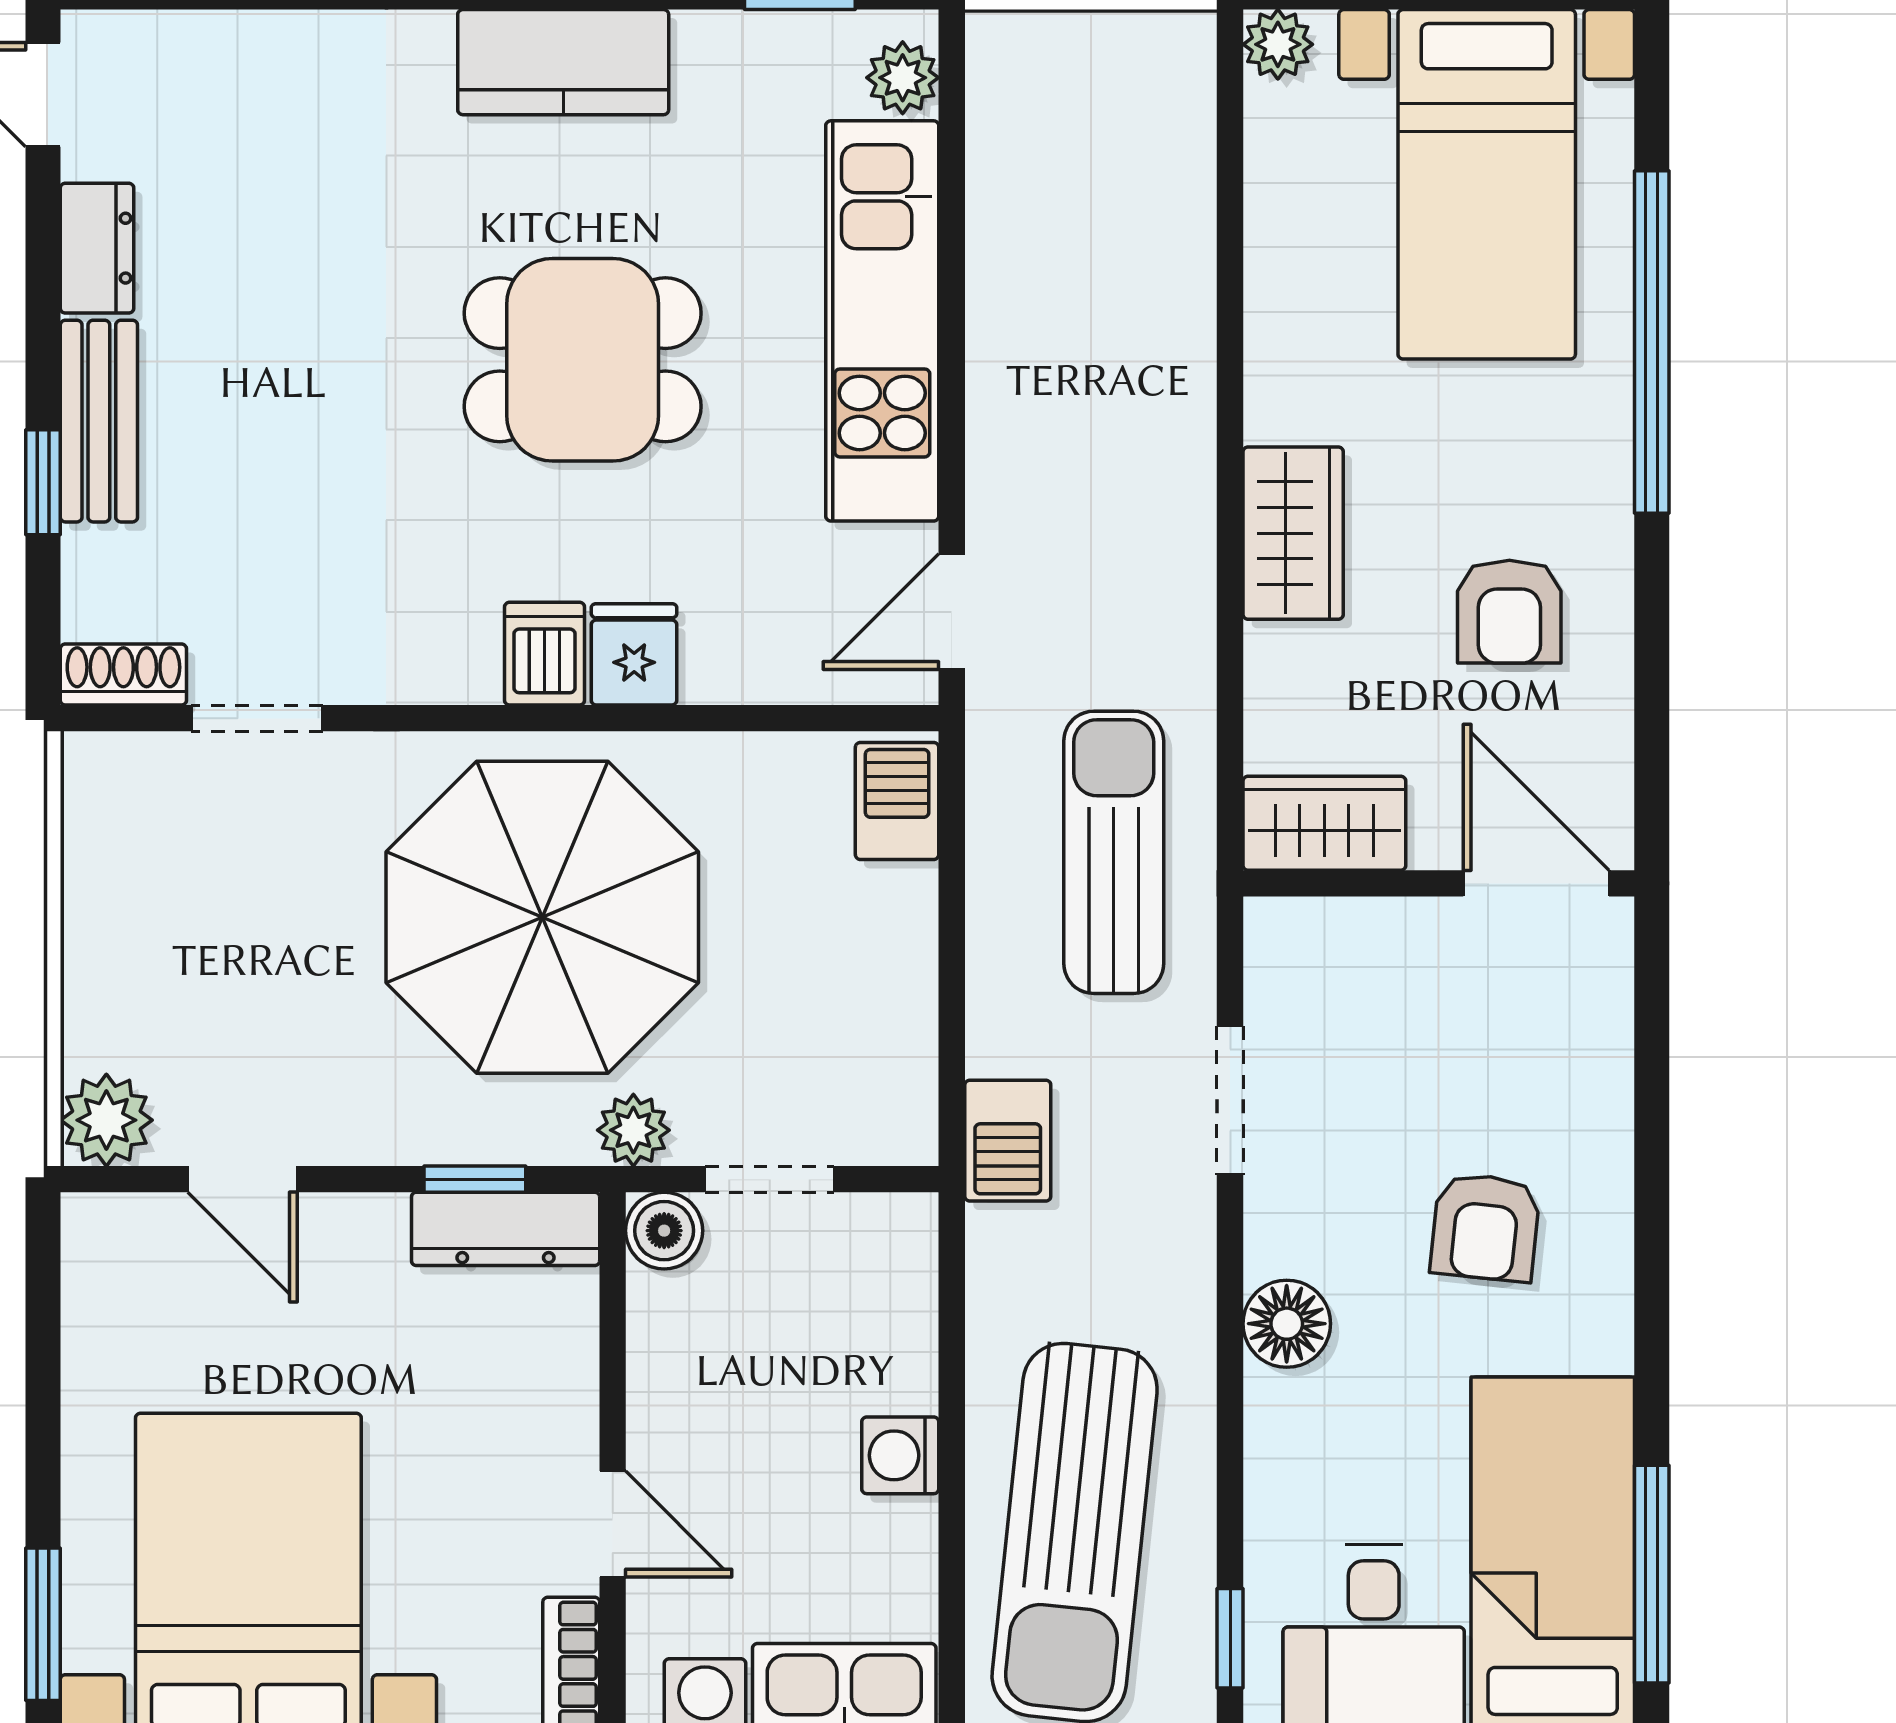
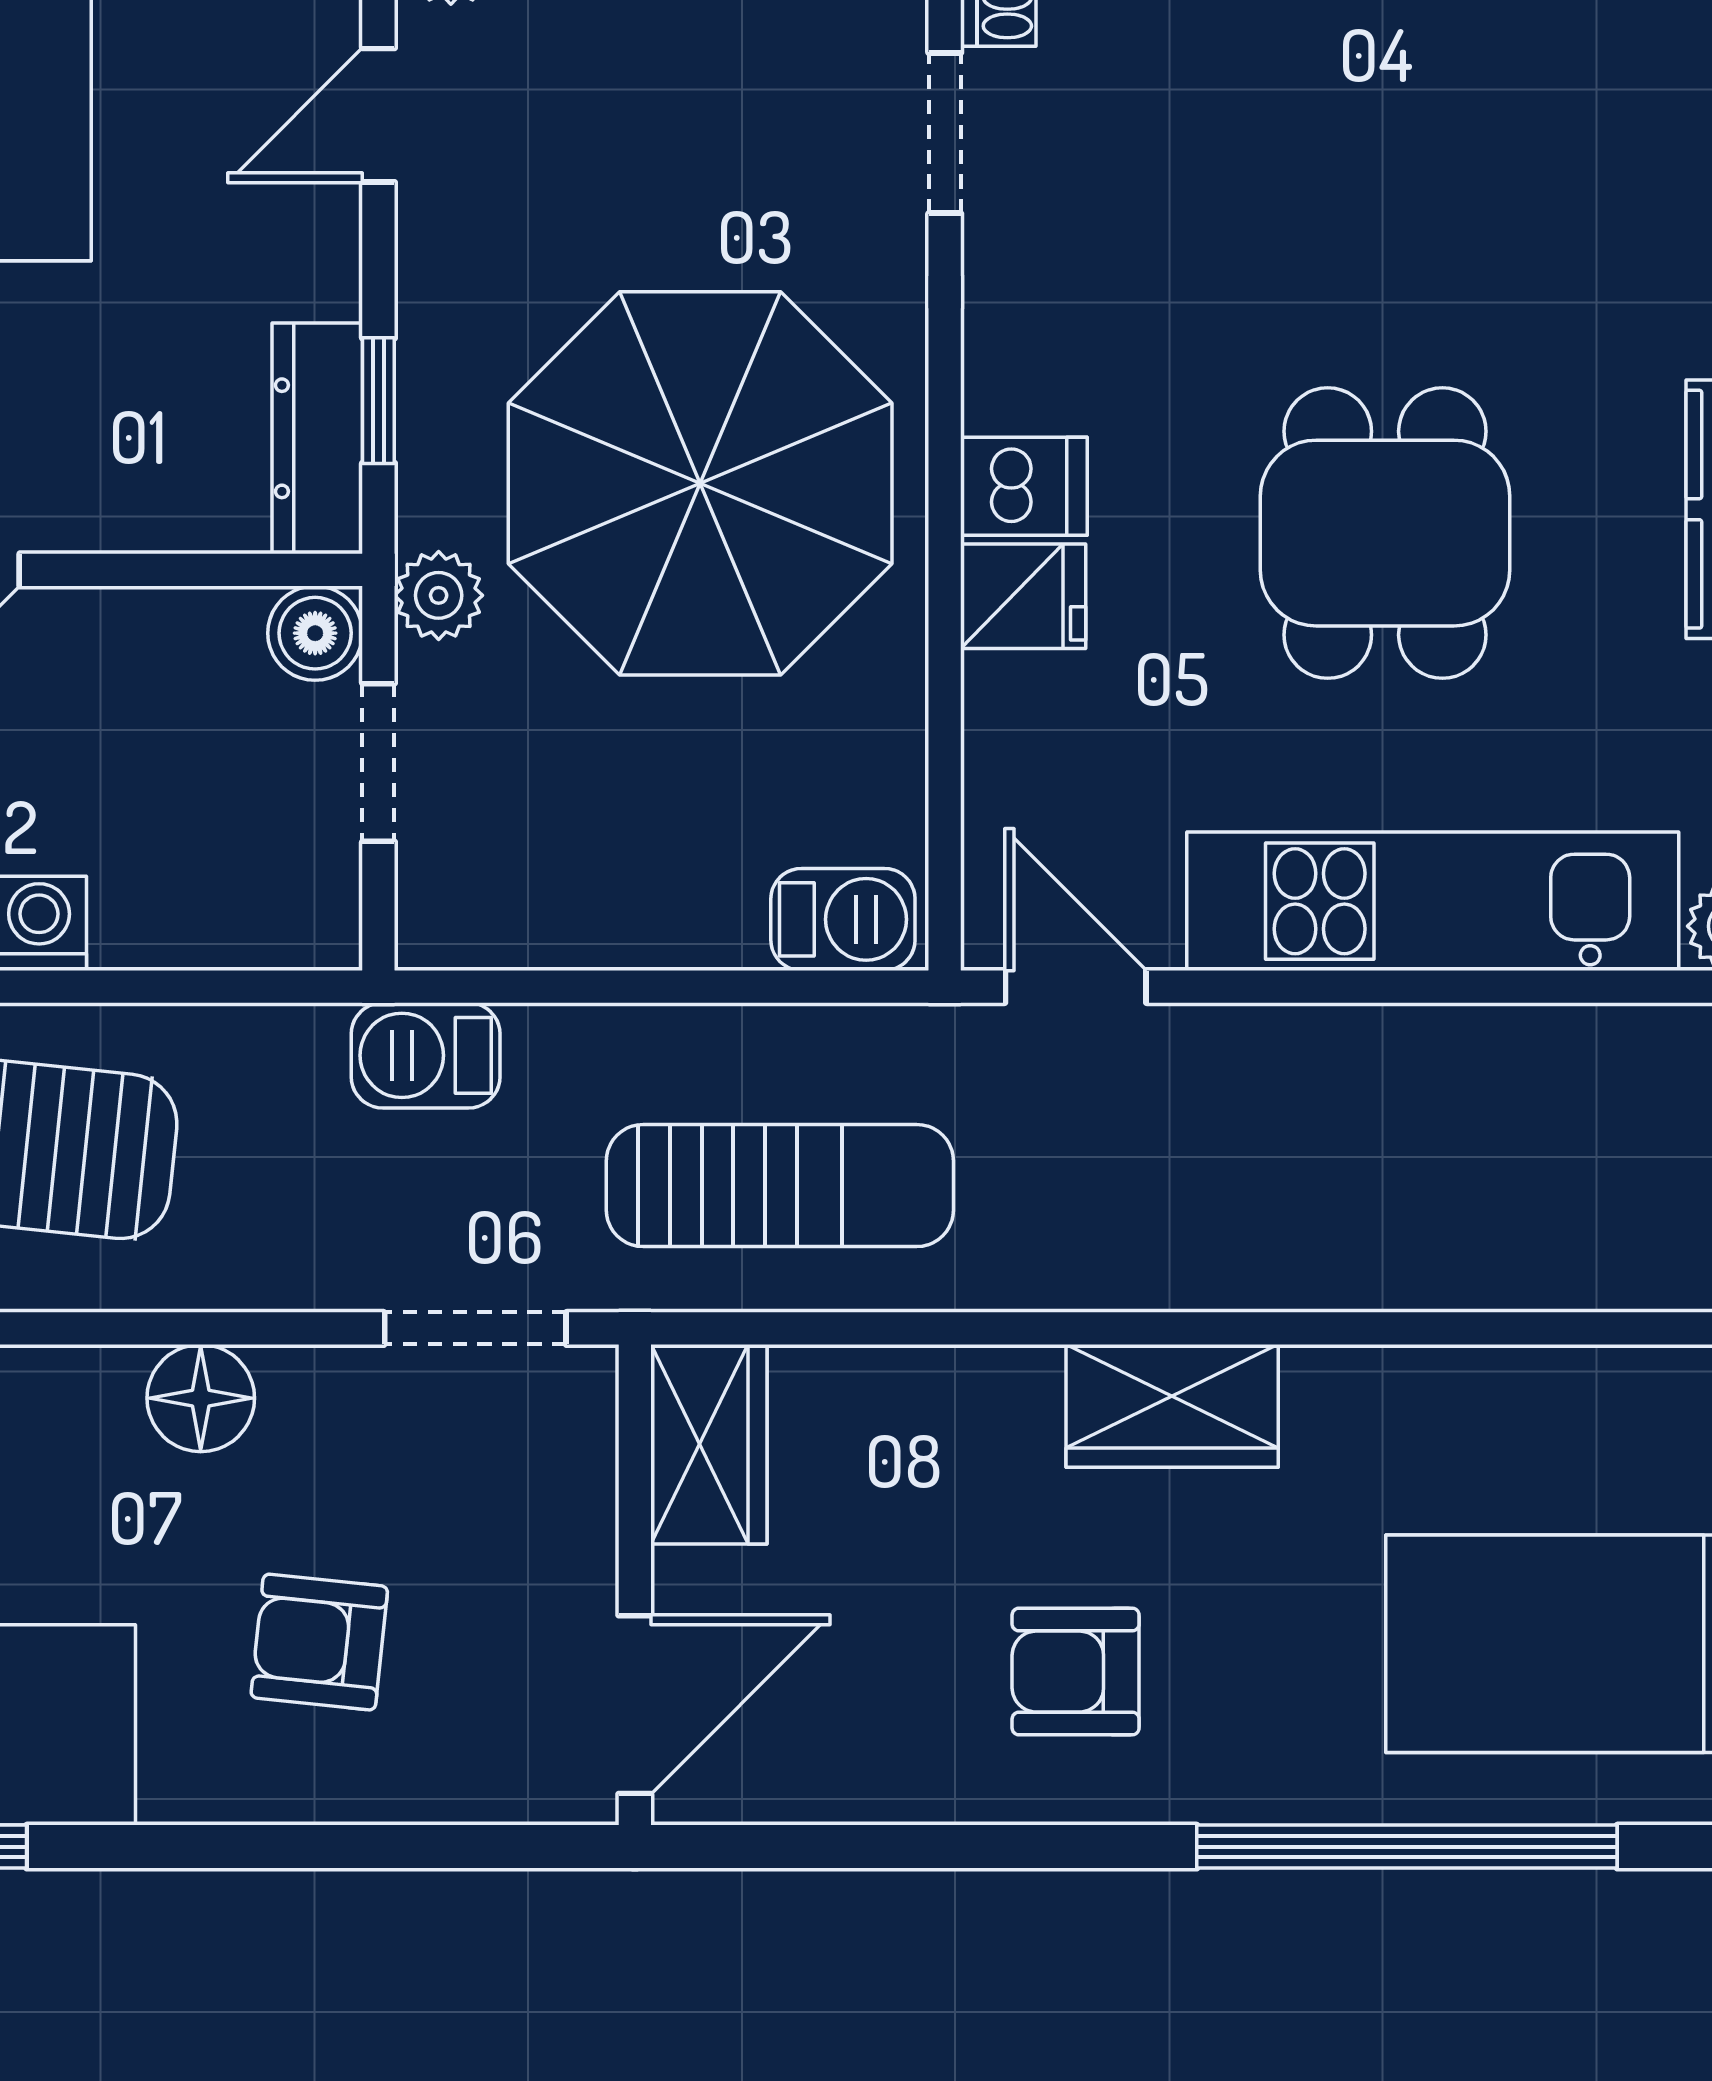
wardrobe: (1324, 823) -> (709, 1444), moved
wall: (1439, 883) -> (635, 1585), moved
door: (1536, 883) -> (635, 1705), moved

